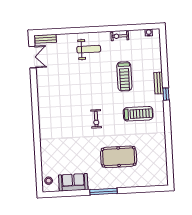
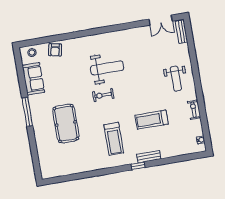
weight bench: (71, 112) -> (107, 68), added
armchair: (49, 159) -> (55, 50), added

